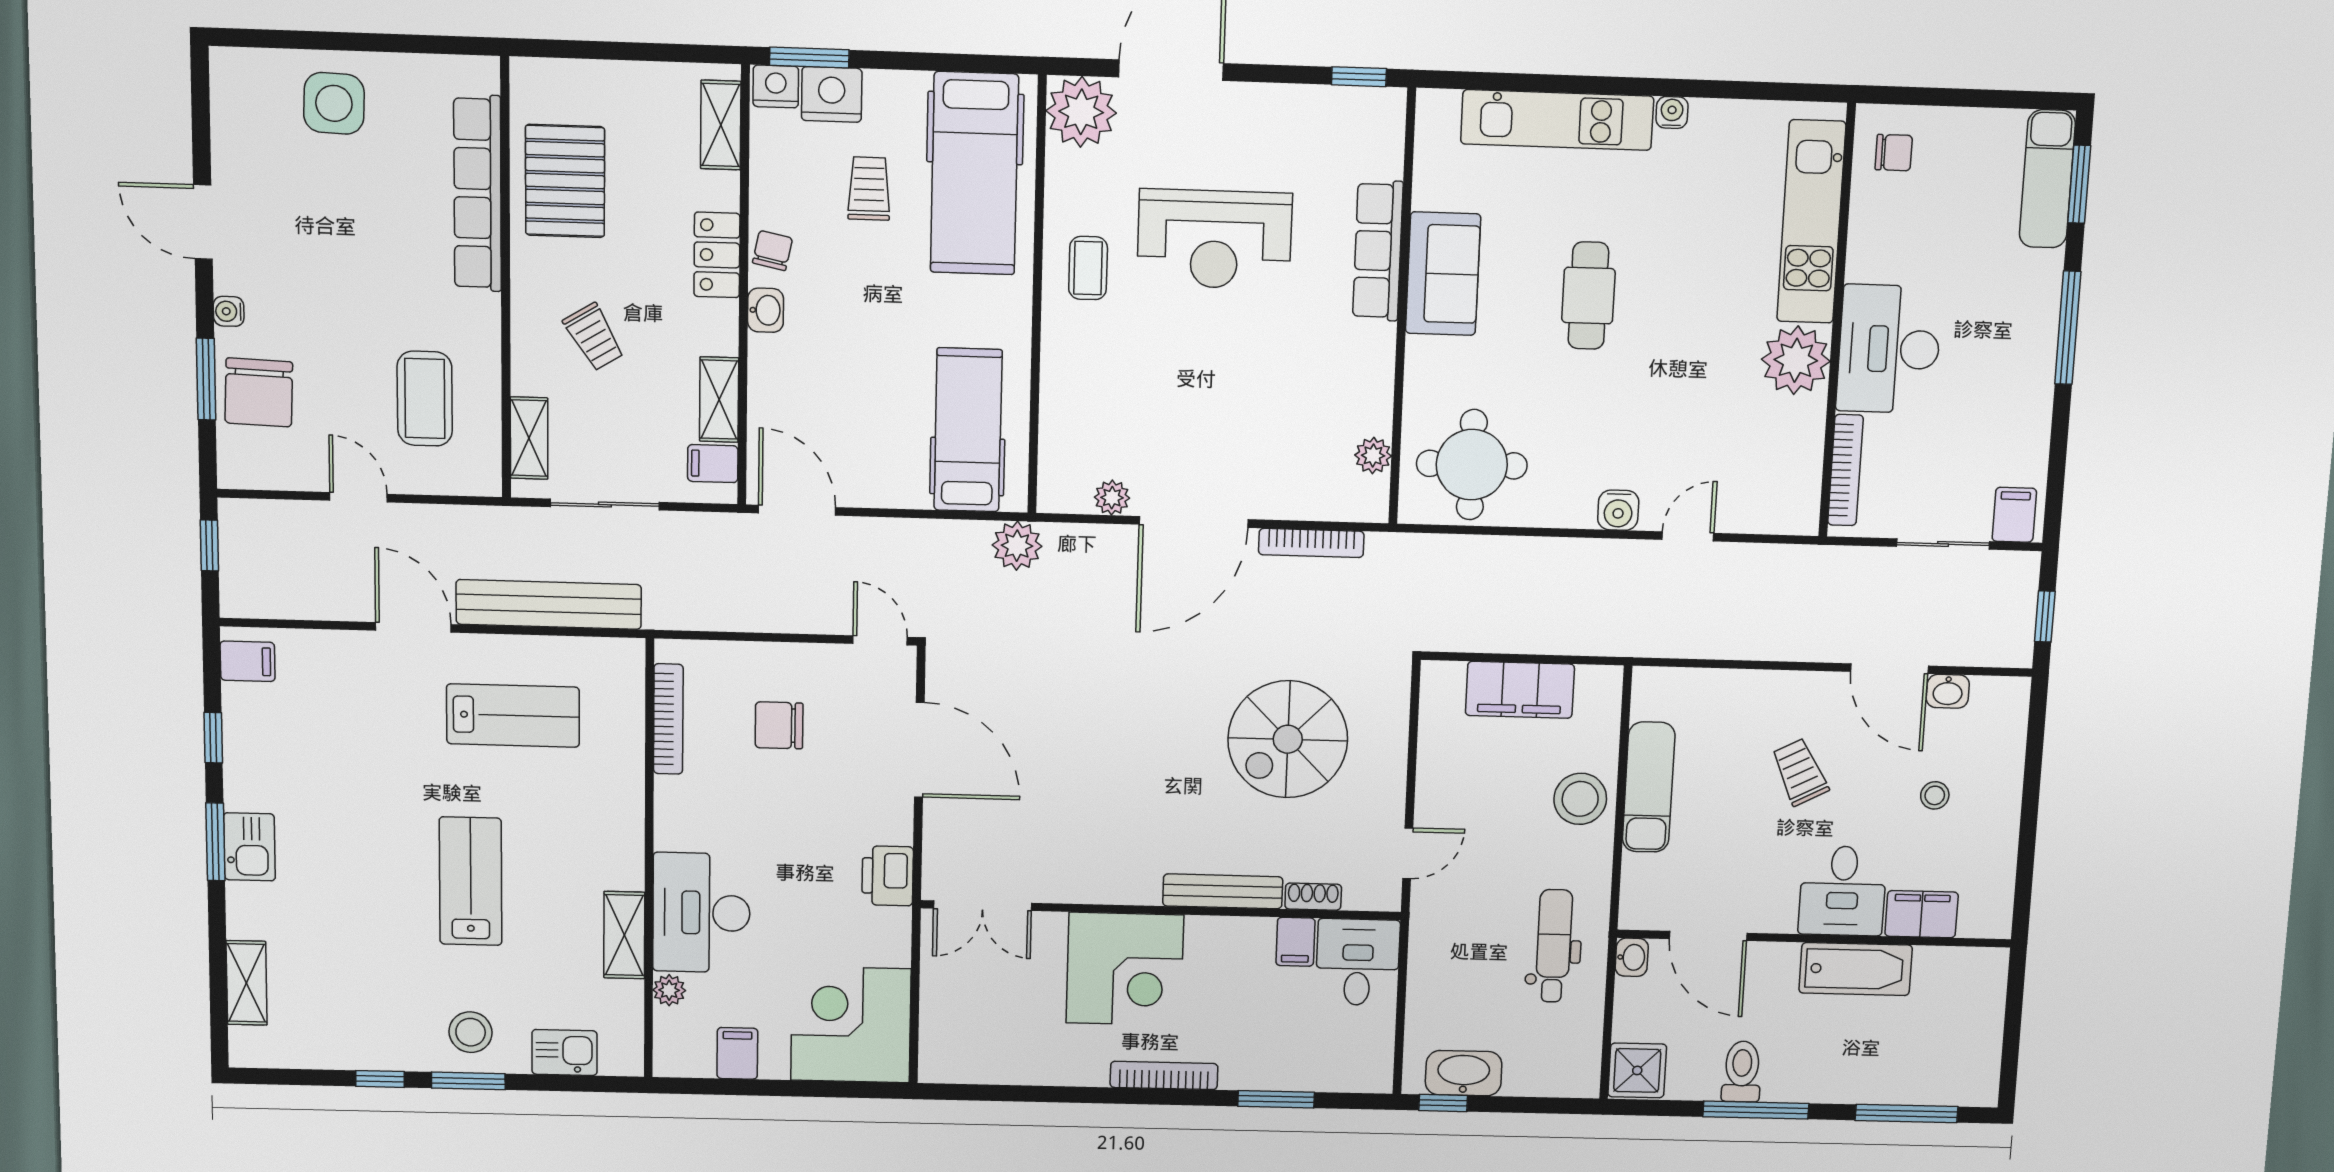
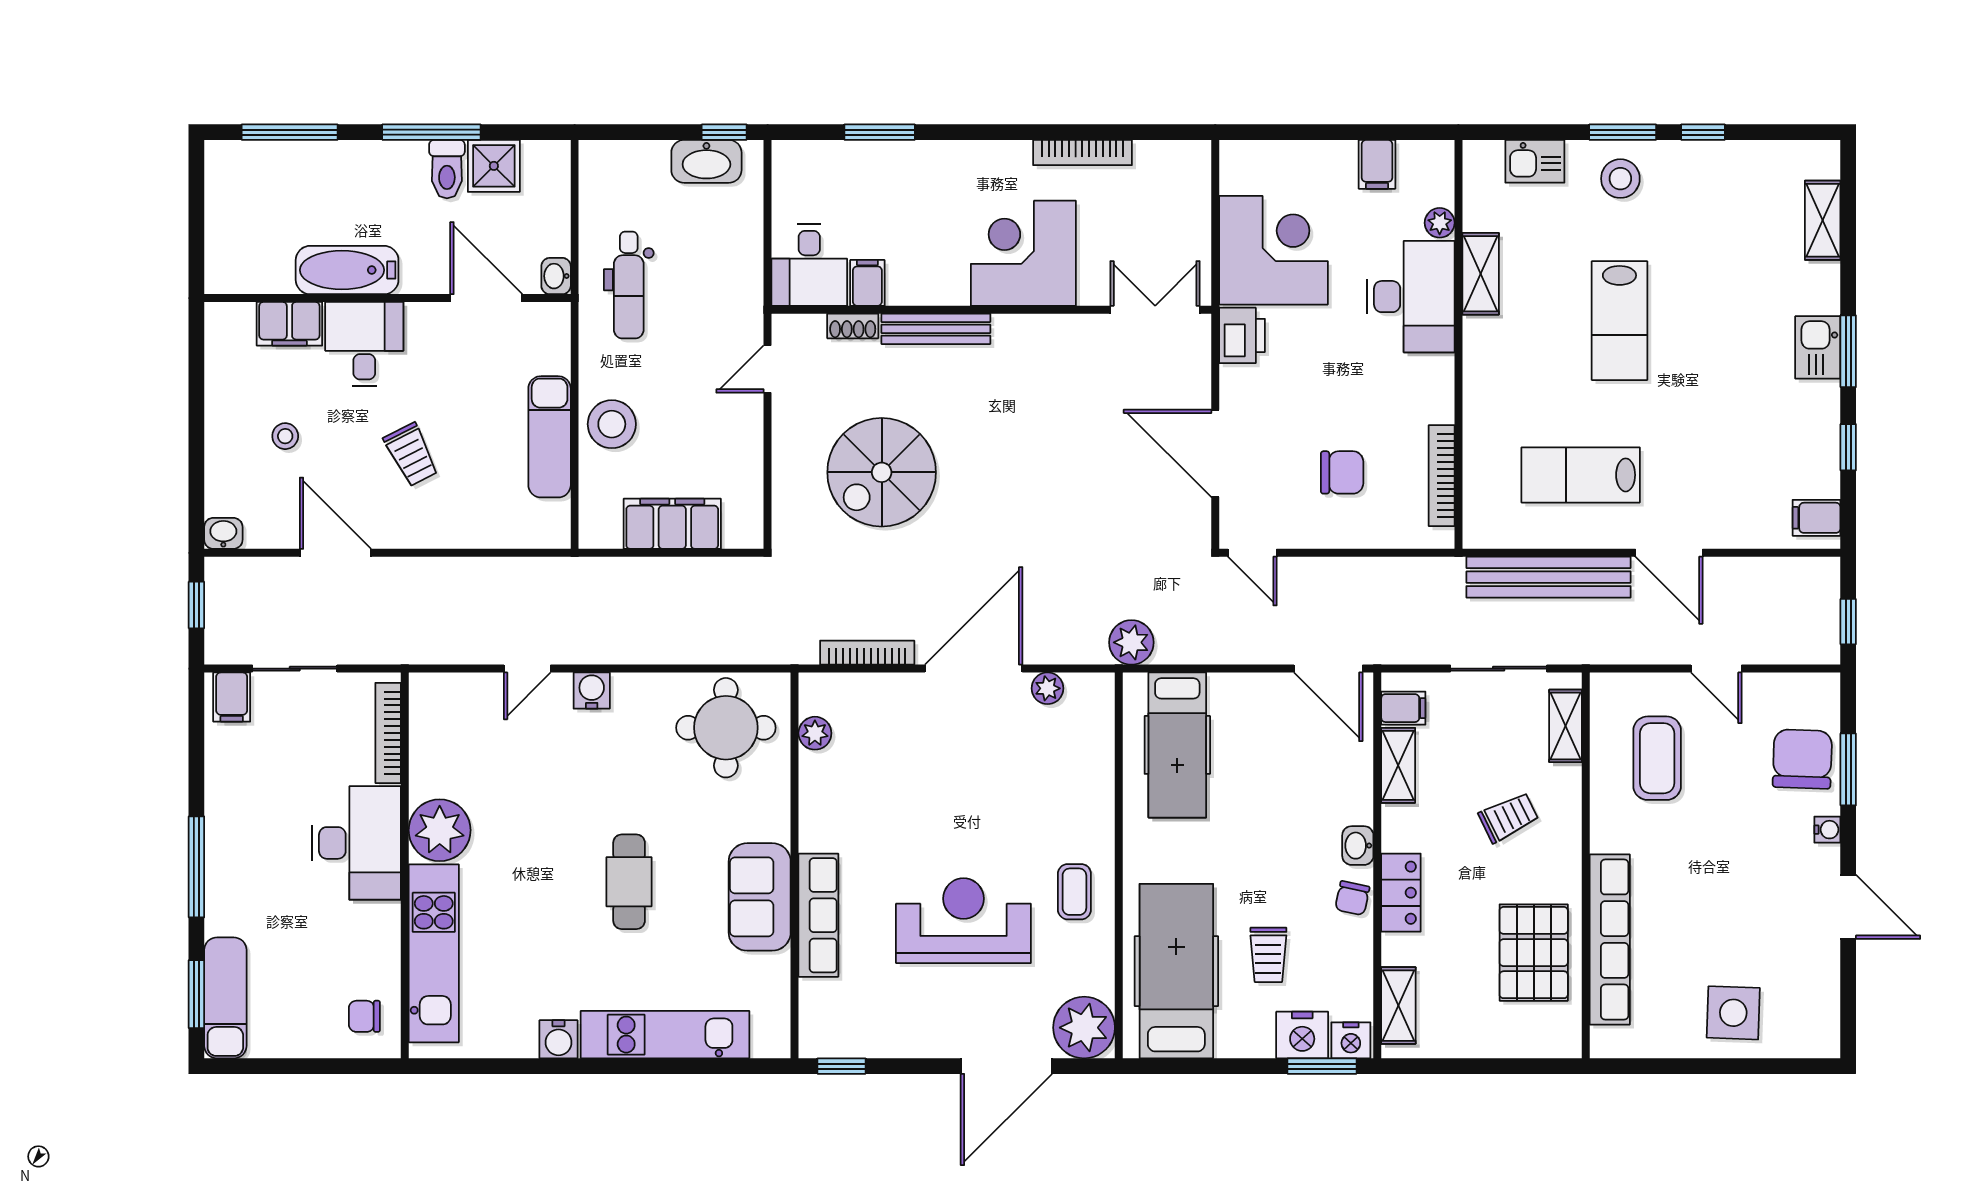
water cooler: (1672, 112) -> (559, 1039), width x1.38, depth x1.38
trolley: (594, 337) -> (1509, 817), turned 95
washbasin: (1948, 691) -> (223, 533), moved
spiral stairs: (1288, 739) -> (882, 472), turned 180
corner desk: (851, 1025) -> (1273, 250), moved, turned -90
shower: (1637, 1070) -> (494, 166), moved
bookcase: (1164, 1075) -> (1082, 153), moved

